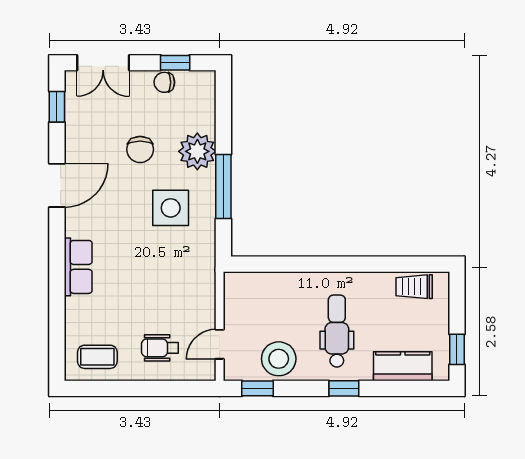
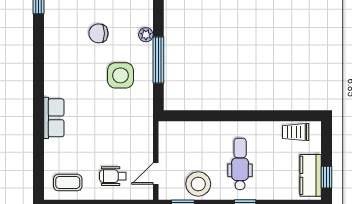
chair: (140, 149) -> (99, 33), turned 90
plant: (197, 151) -> (146, 35), width x0.53, depth x0.53
door: (57, 185) -> (39, 59), removed
kitchen counter: (403, 366) -> (311, 175), moved, turned -90

